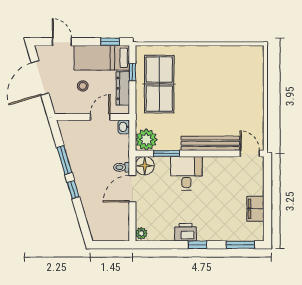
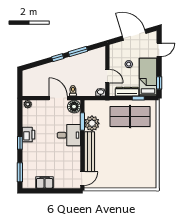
plant: (146, 140) -> (92, 123), moved

